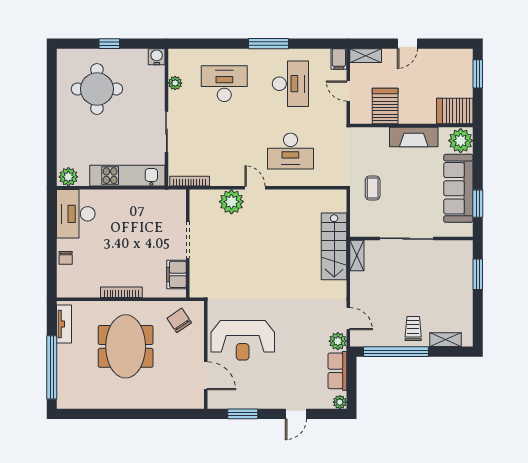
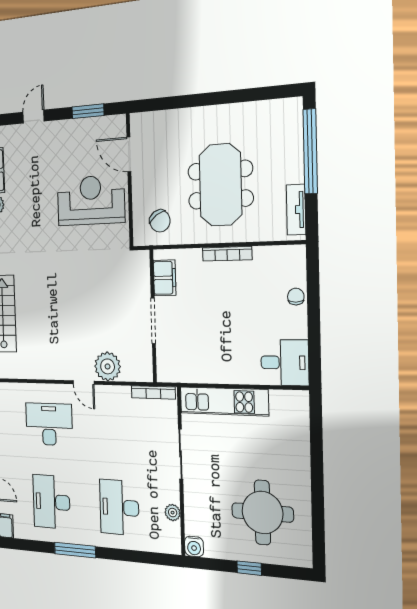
desk: (224, 84) -> (119, 507), turned 90
plant: (68, 177) -> (295, 402), removed
desk: (76, 214) -> (285, 363), width x0.73

